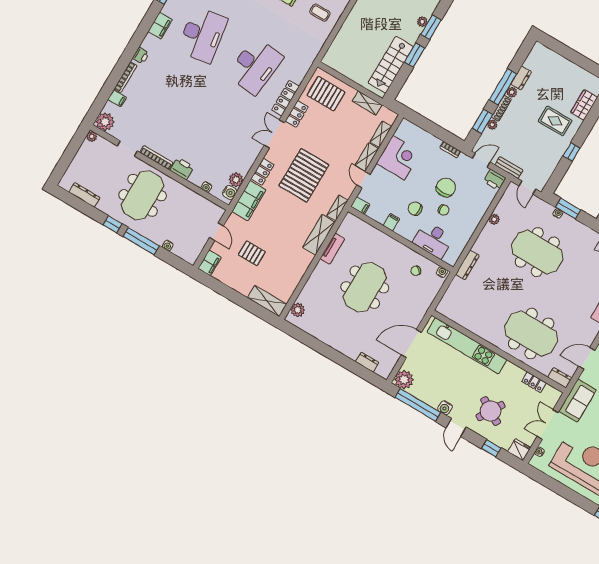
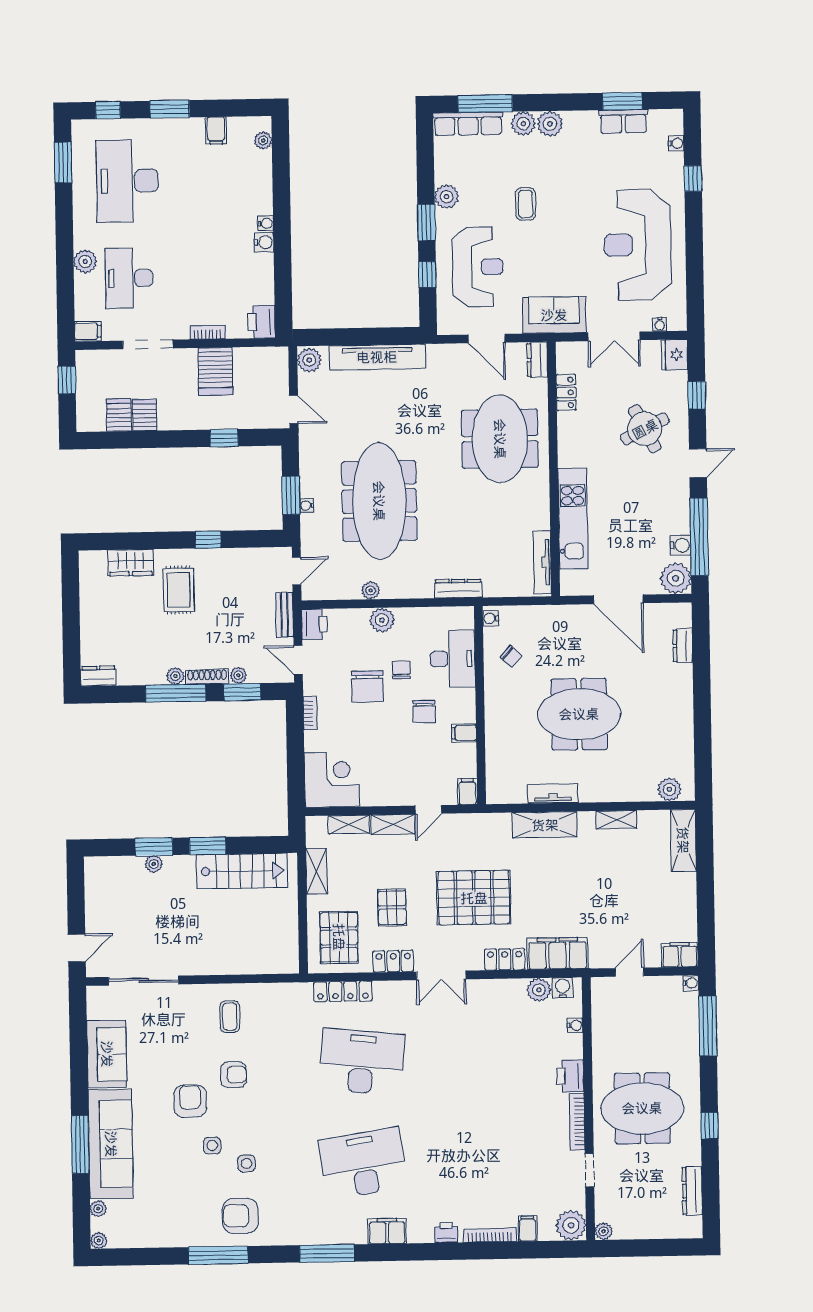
dresser: (521, 78) -> (98, 676), moved
locker: (286, 98) -> (343, 991), moved
corner desk: (399, 158) -> (332, 780), moved, turned 90
chair: (446, 187) -> (367, 686), turned -90
shelving: (337, 208) -> (617, 820), moved
plant: (475, 216) -> (382, 620), added
window: (141, 241) -> (708, 1026), moved
water cooler: (168, 246) -> (691, 983), moved
meeting table: (537, 252) -> (379, 501), width x1.36
pallet: (252, 253) -> (392, 907), moved
tv unit: (454, 316) -> (542, 562), added
kitchen unit: (467, 346) -> (573, 519), width x0.73
water cooler: (445, 408) -> (681, 545), moved
round table: (491, 411) -> (645, 429), turned 32

